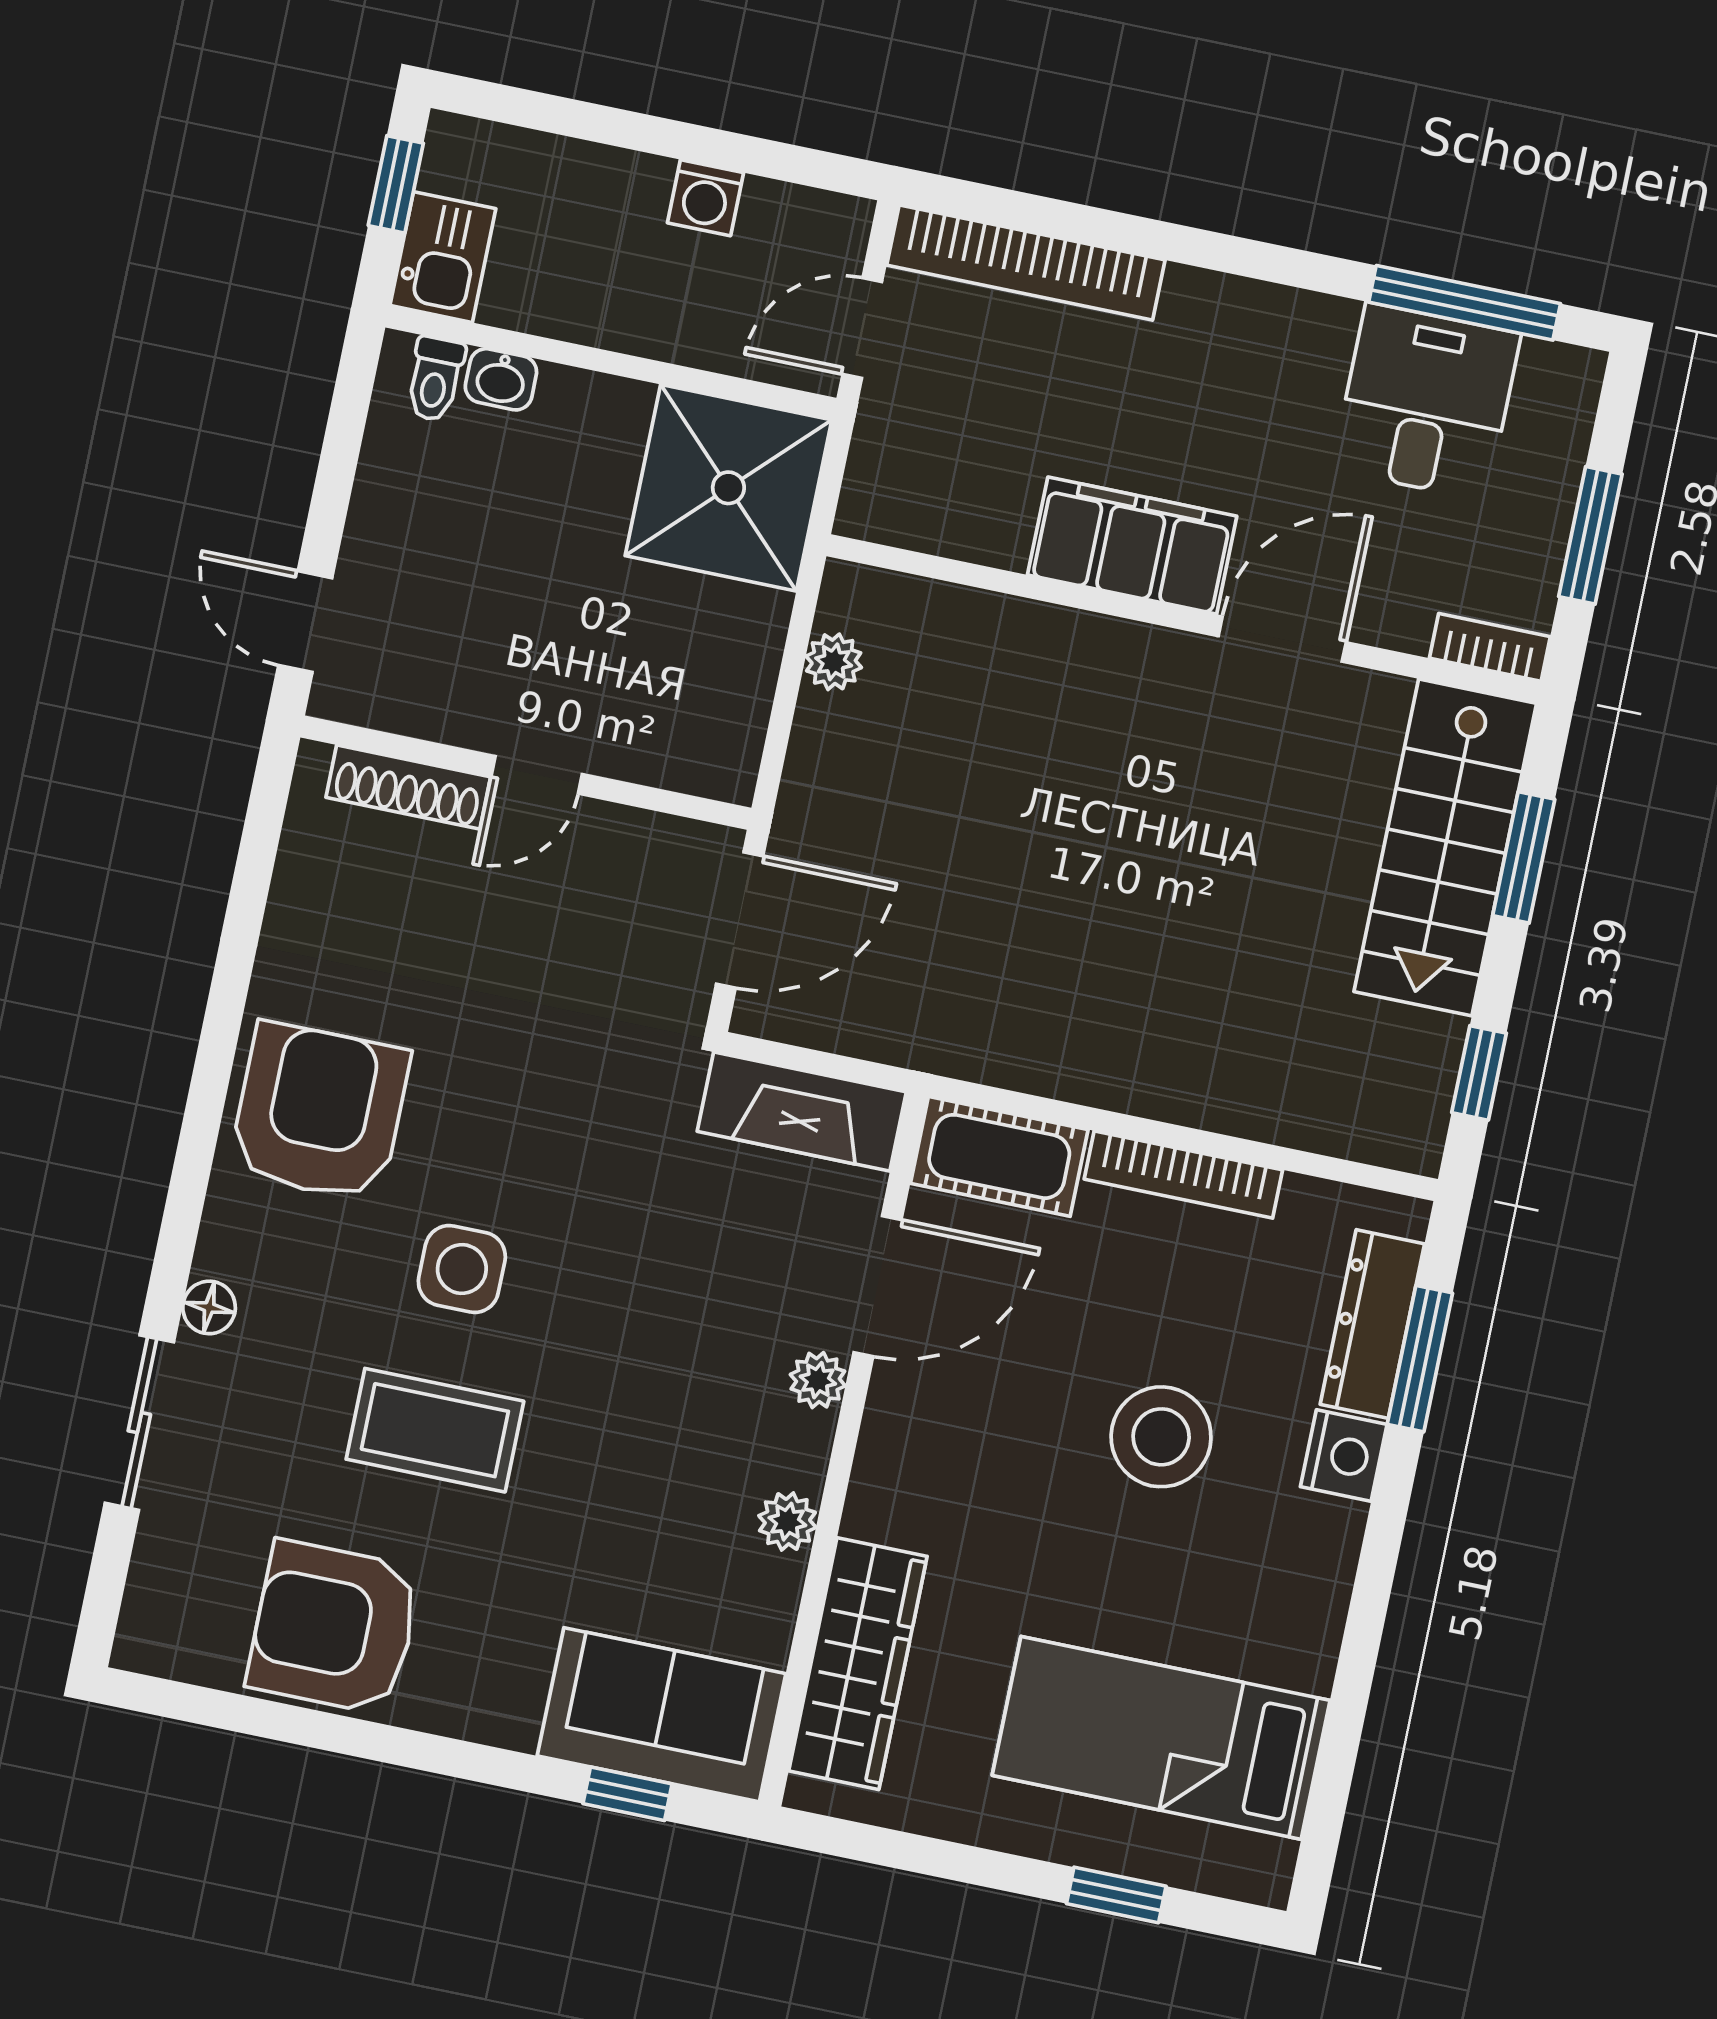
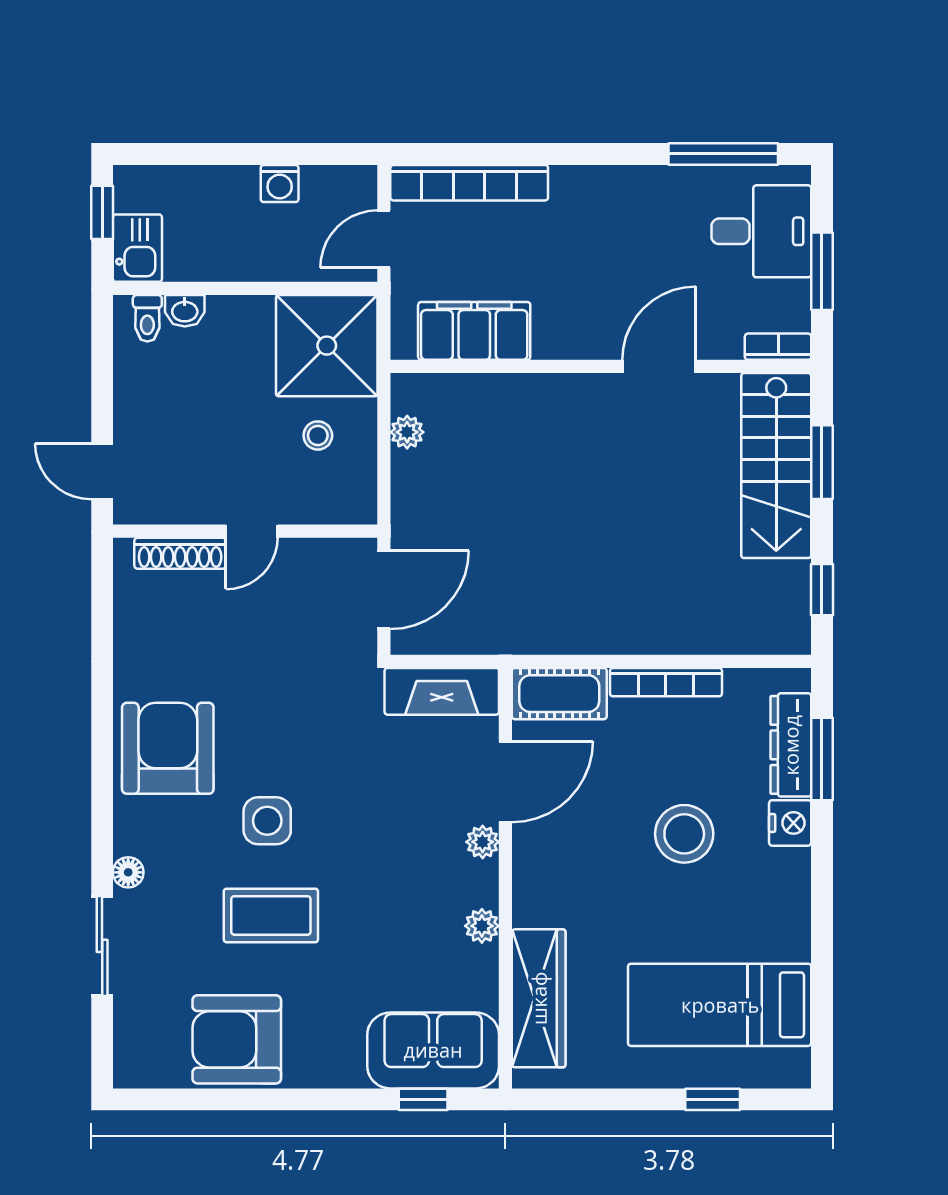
desk: (1426, 402) -> (761, 231), moved, turned 90
filing cabinet: (1132, 546) -> (474, 331), moved
stool: (682, 636) -> (318, 435), added

